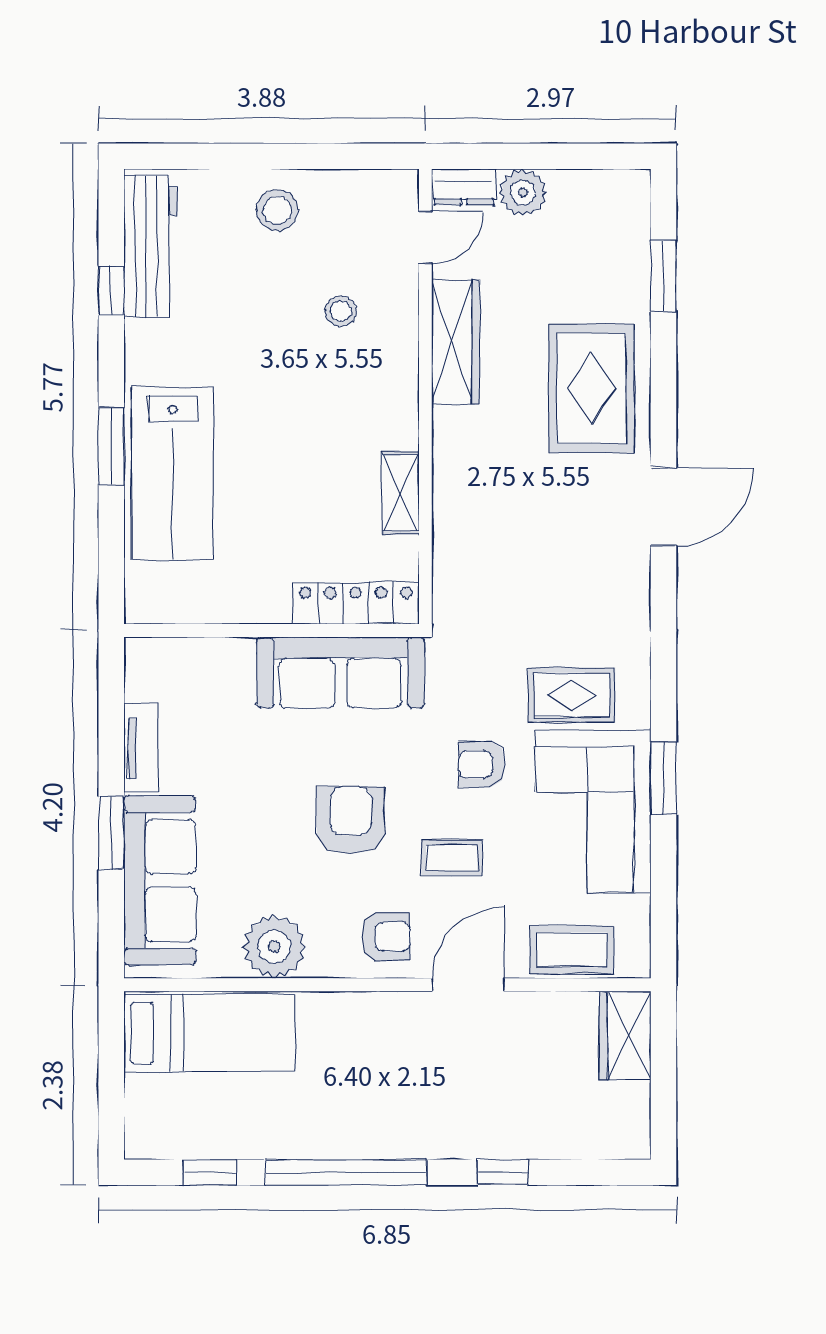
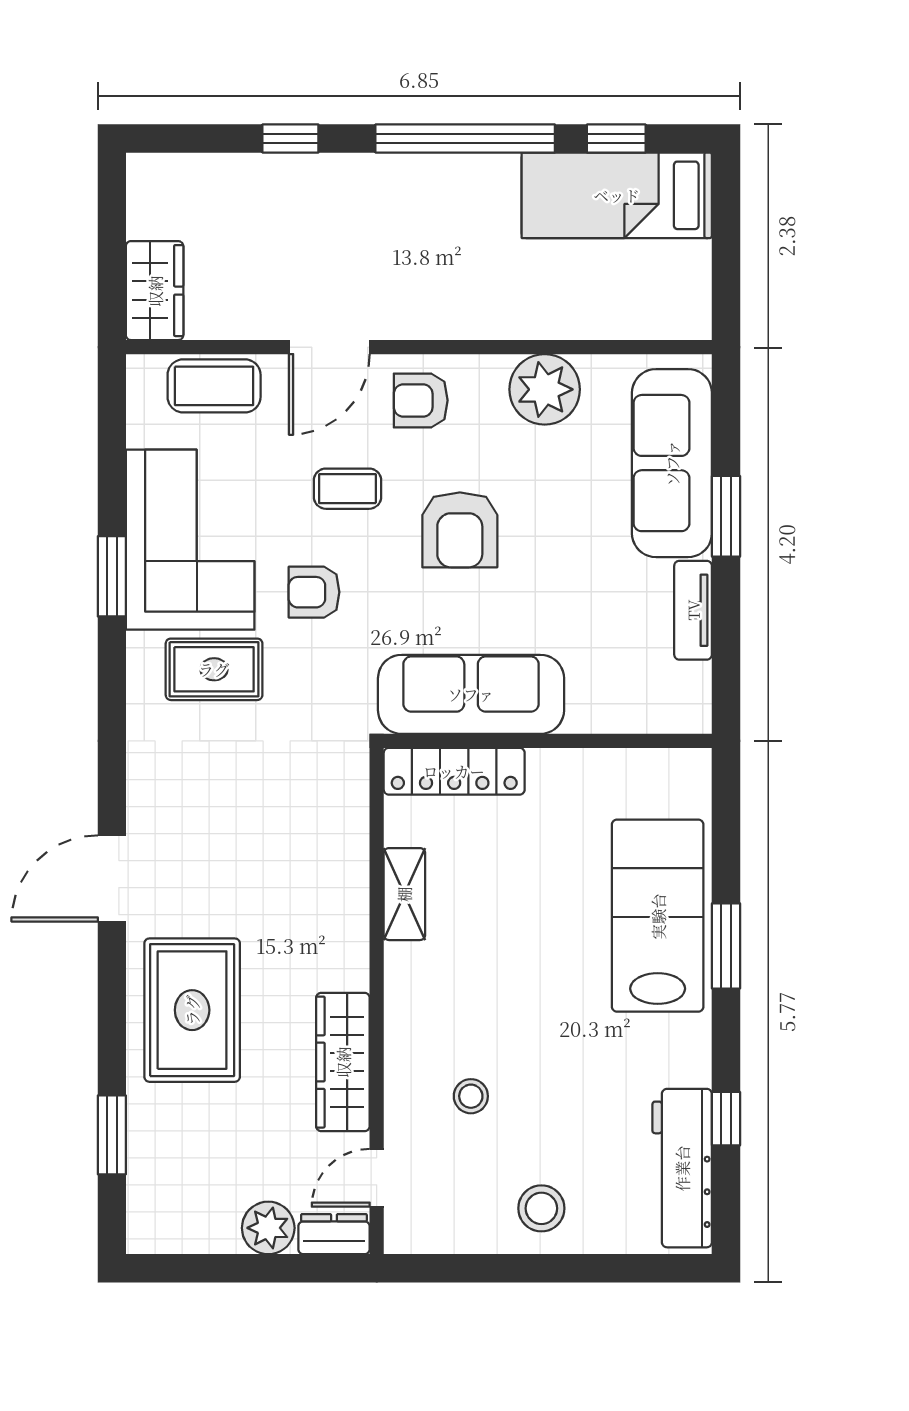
armchair: (482, 764) -> (314, 592), turned 180
bed: (209, 1033) -> (617, 195), moved

